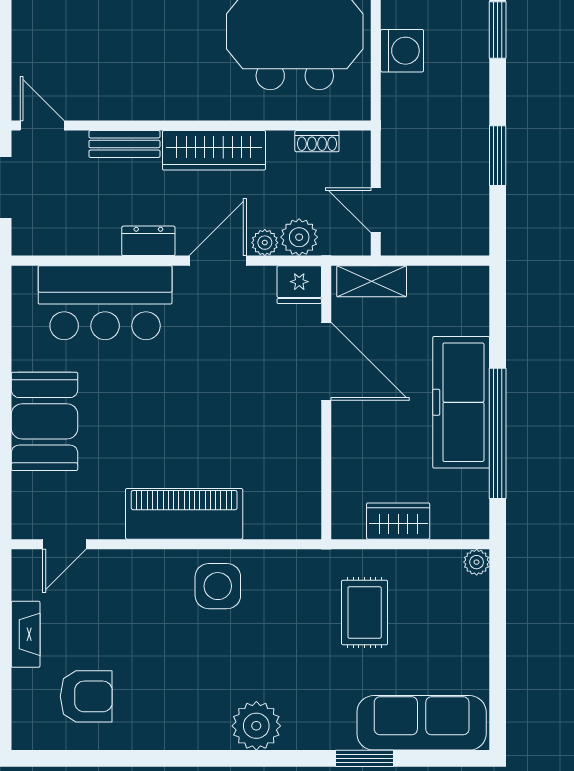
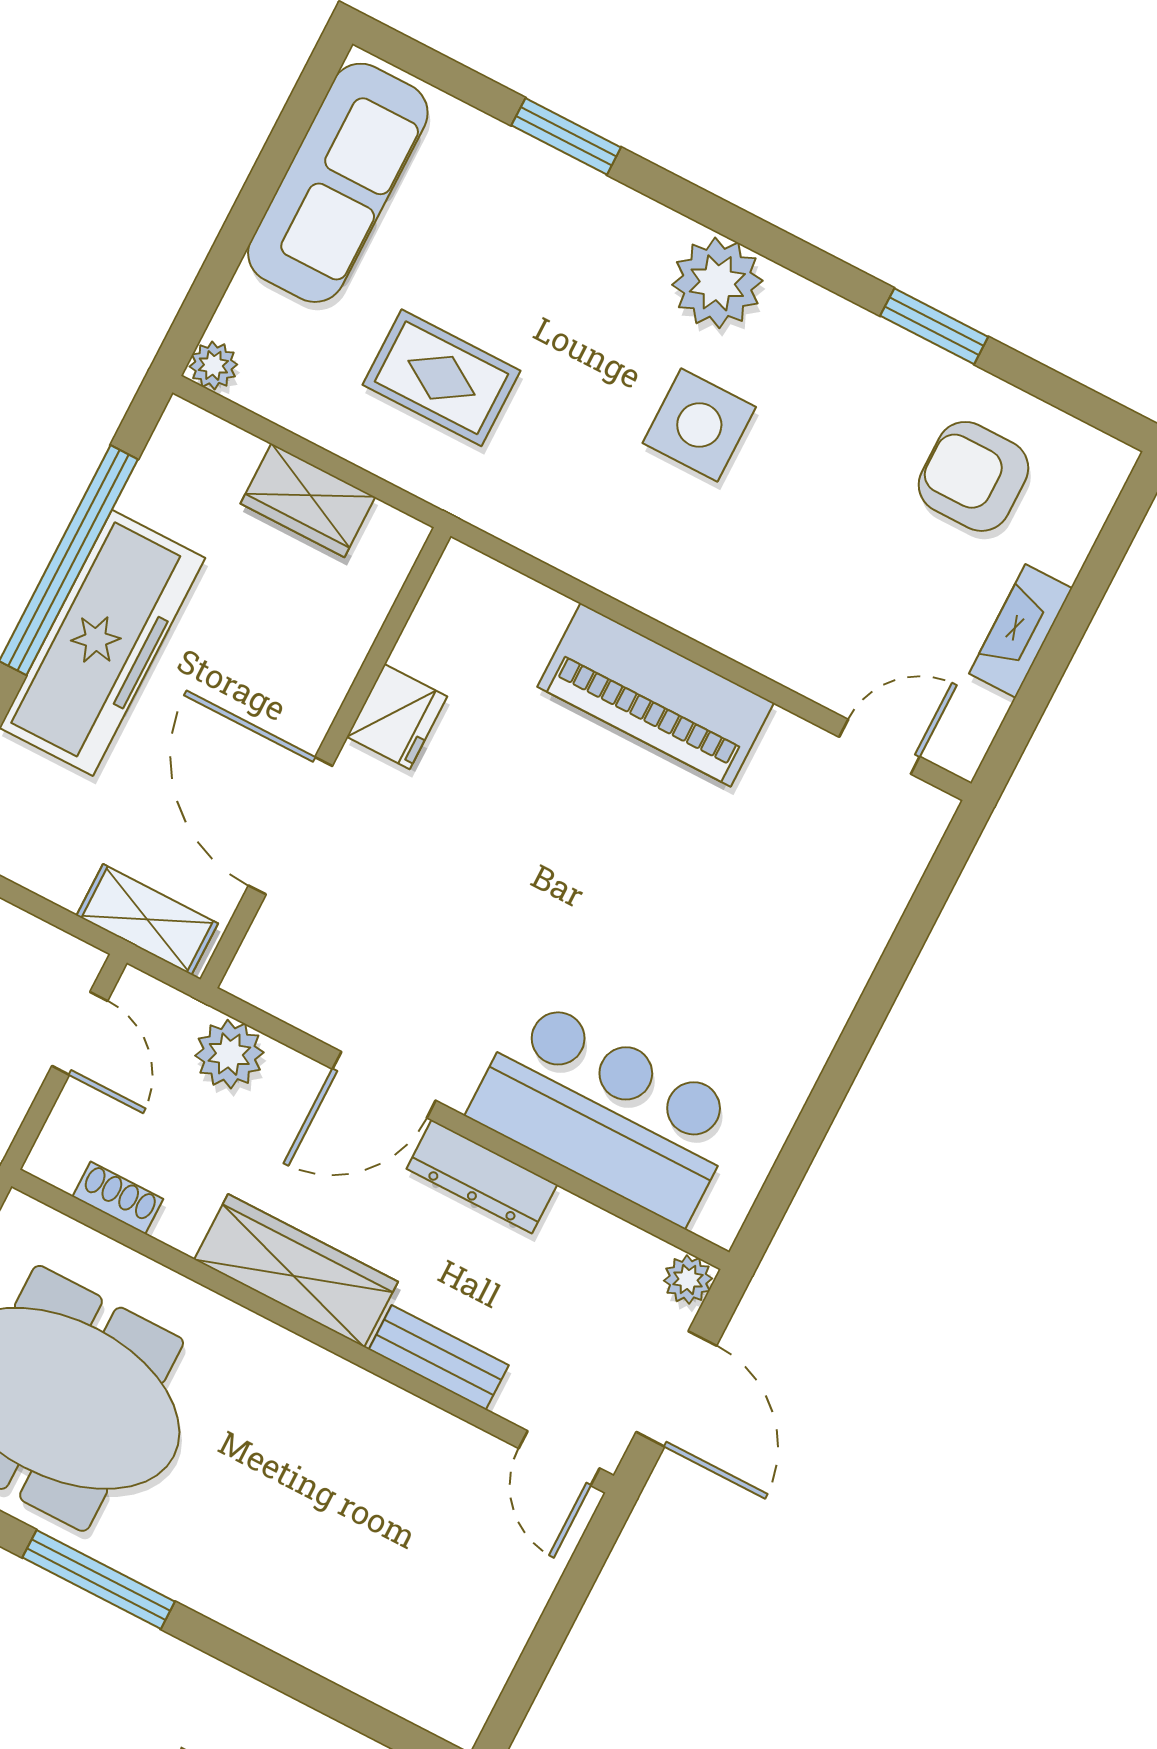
dresser: (148, 241) -> (482, 1177), width x1.44
plant: (265, 243) -> (688, 1280), moved
fridge: (299, 285) -> (397, 717), moved, turned 90
booth: (44, 421) -> (808, 967), removed
side table: (218, 586) -> (699, 425), moved
rug: (365, 612) -> (442, 378), turned 90
sofa: (422, 723) -> (338, 183), moved, turned -90
window: (142, 758) -> (934, 326), added

